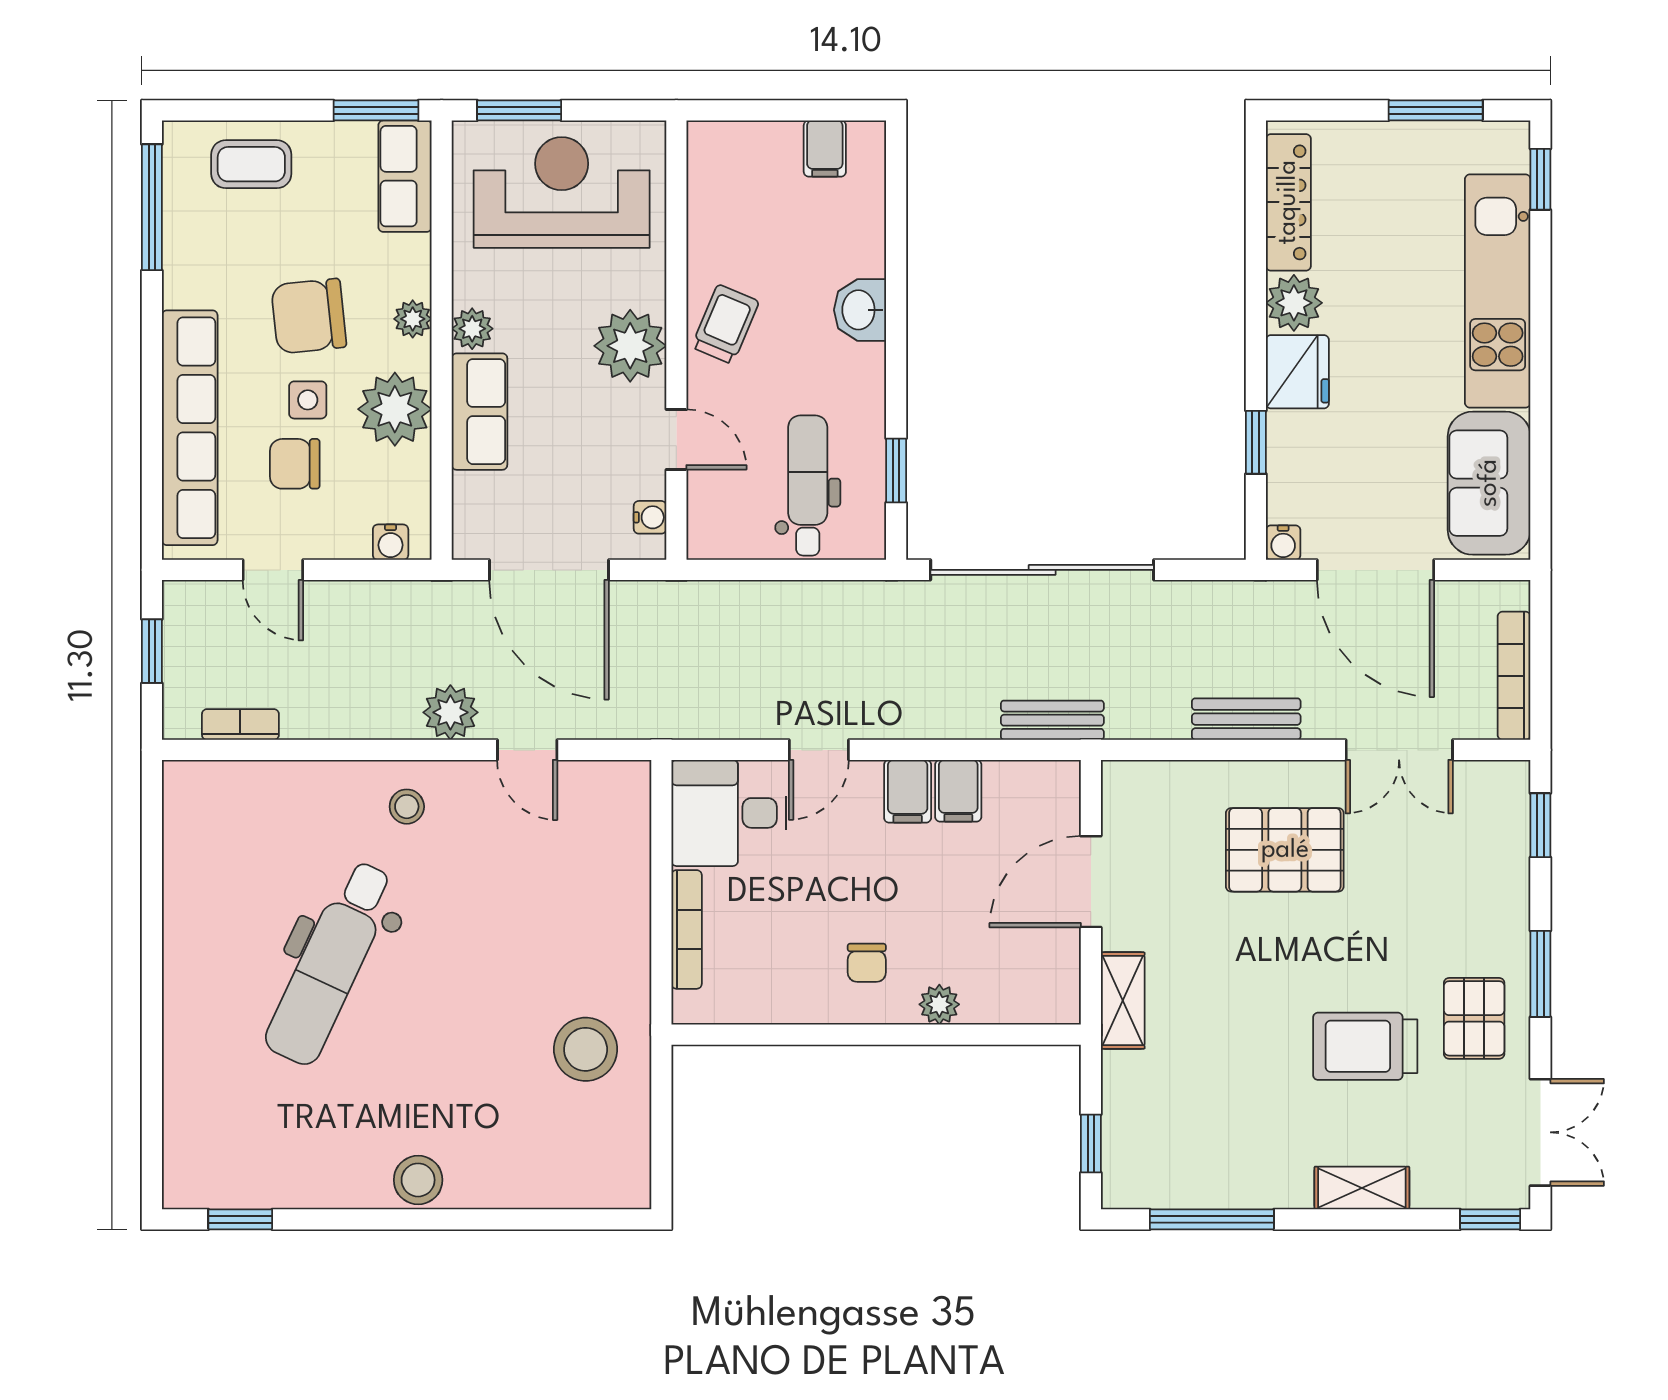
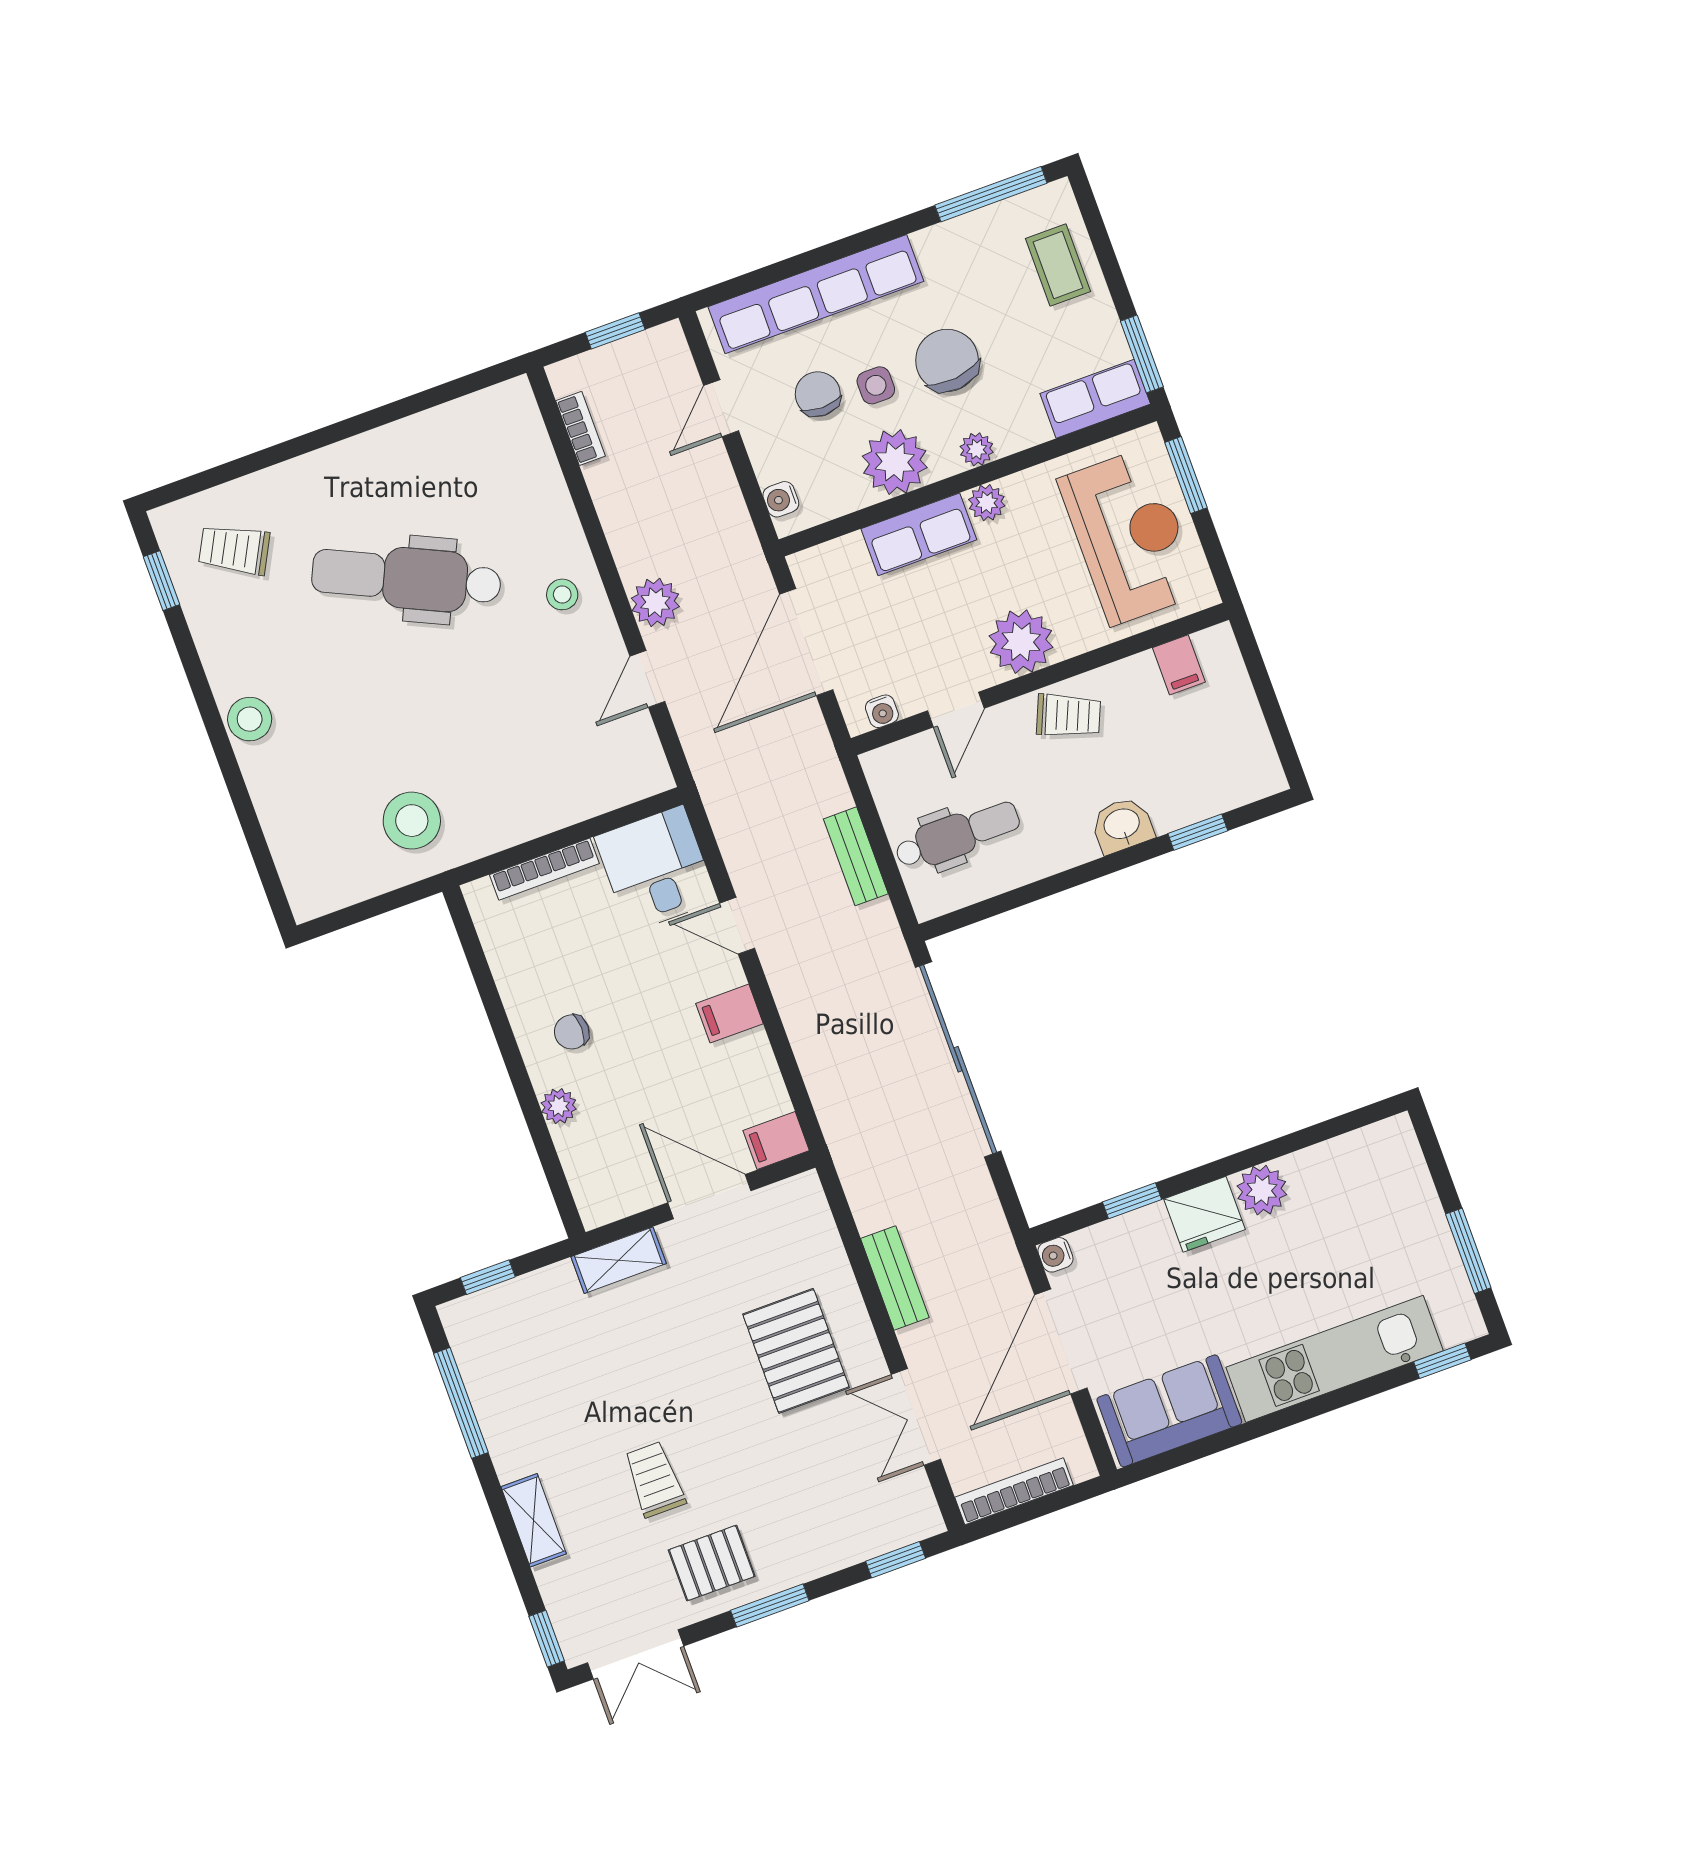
filing cabinet: (825, 149) -> (1179, 665), moved, turned -90
locker: (1288, 202) -> (1345, 1154), removed
window: (896, 470) -> (1198, 832), moved
bench: (1052, 720) -> (856, 856), moved
filing cabinet: (958, 791) -> (776, 1141), moved
trolley: (1365, 1046) -> (655, 1479), width x0.73, depth x0.72
trolley: (235, 1132) -> (234, 550), added

